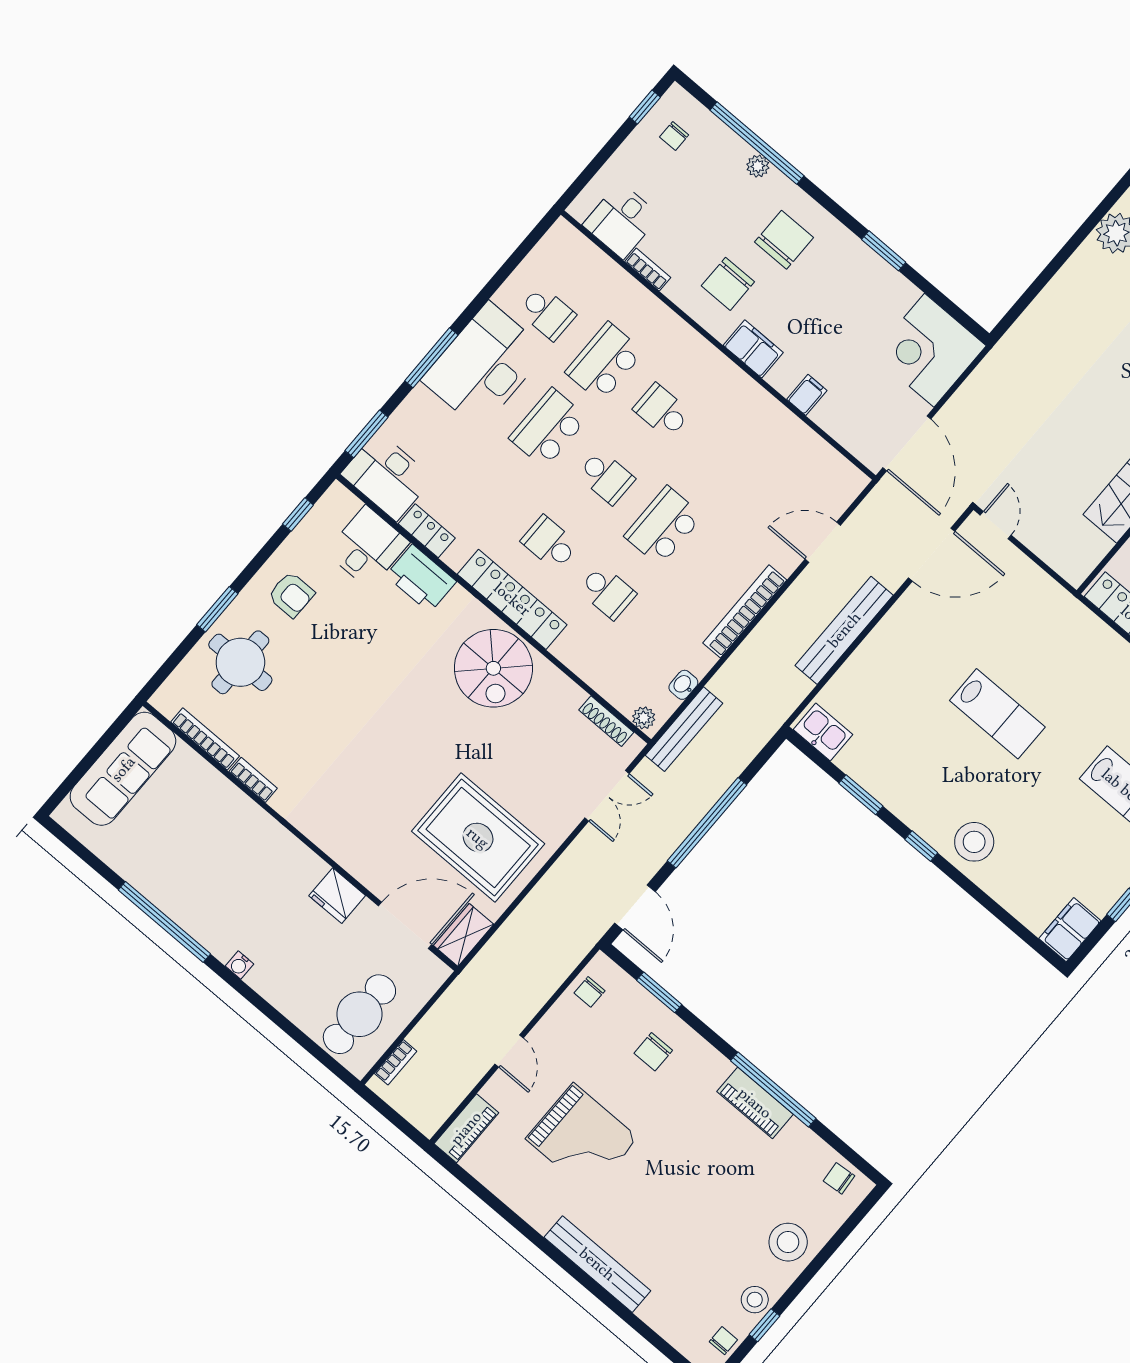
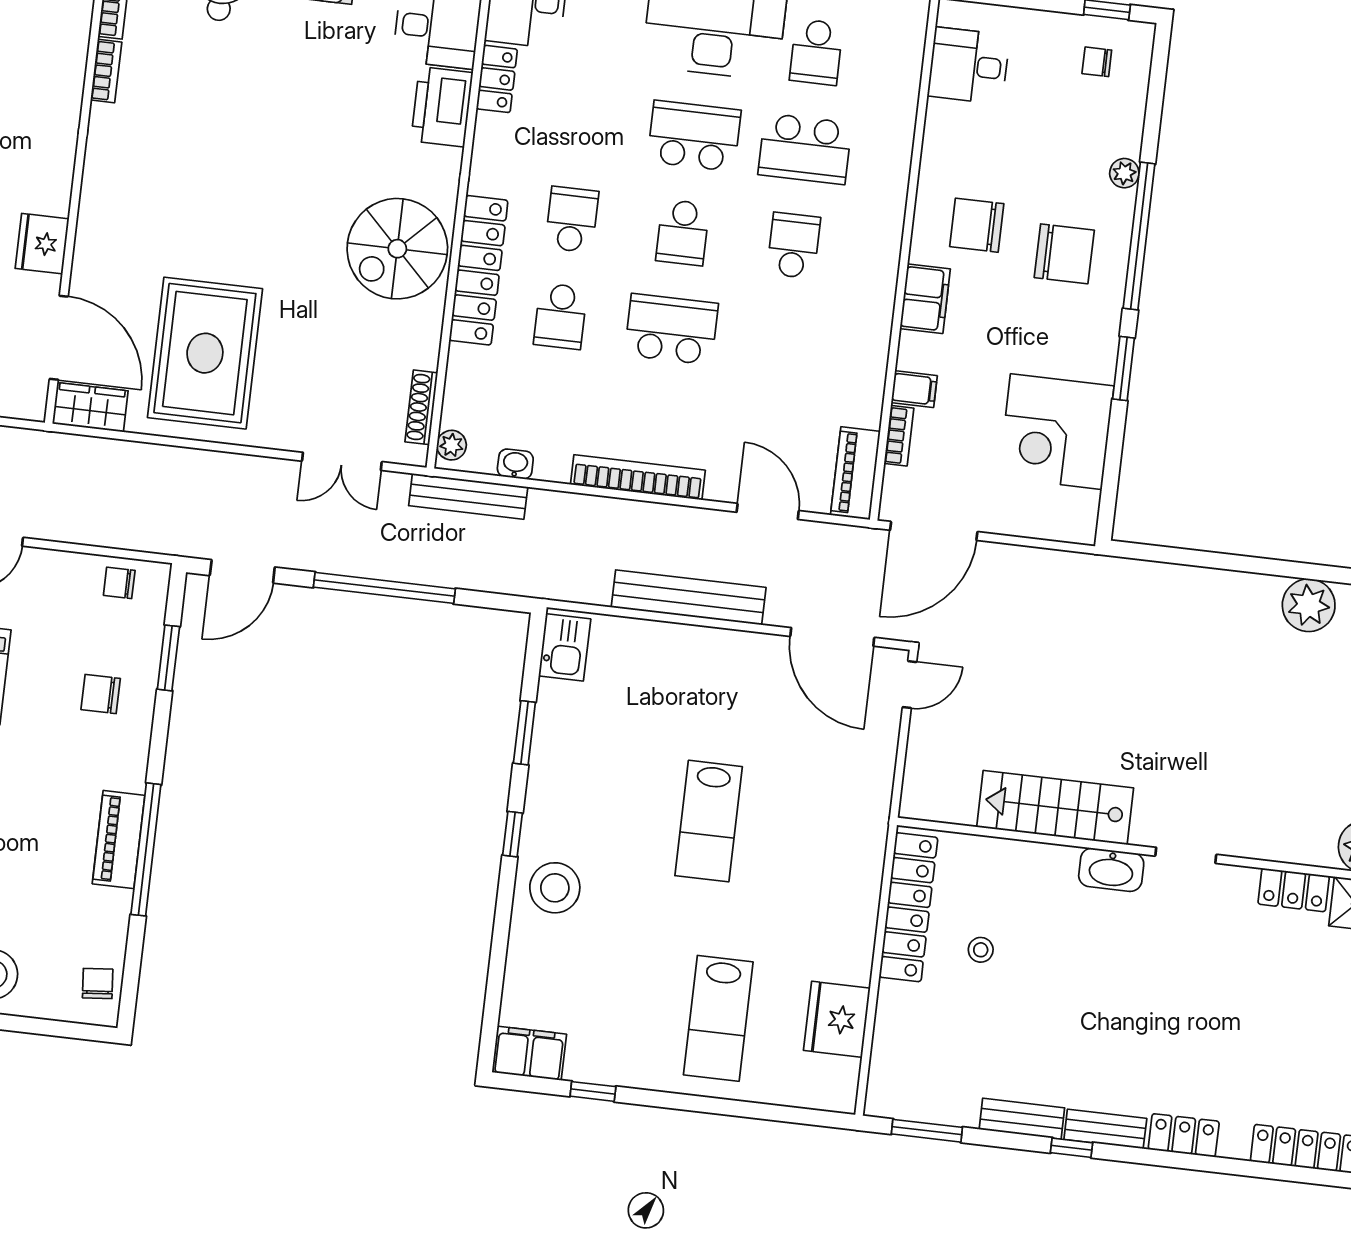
window: (757, 143) -> (1139, 236), moved
bookcase: (648, 269) -> (899, 436), moved
corner desk: (929, 350) -> (1056, 432), moved, turned -90
school desk: (605, 362) -> (805, 149), turned 180
piano: (836, 469) -> (855, 473), added
locker: (512, 599) -> (479, 270), moved

